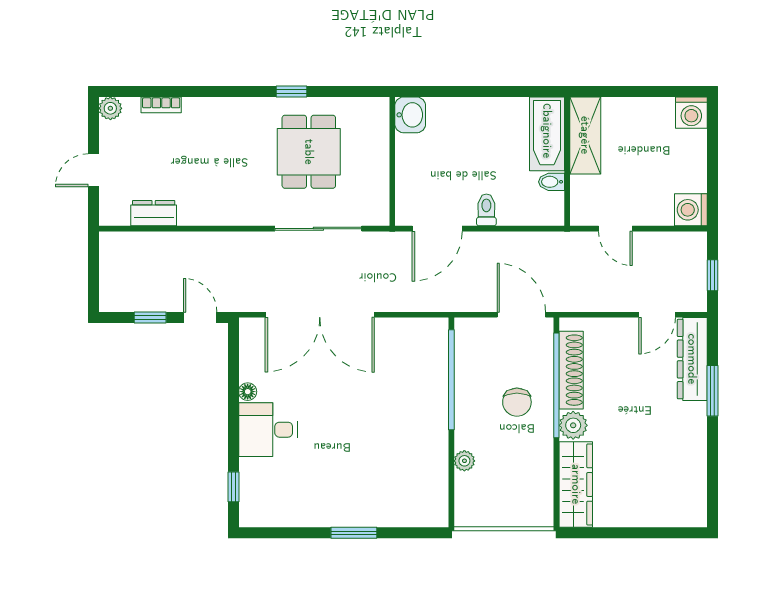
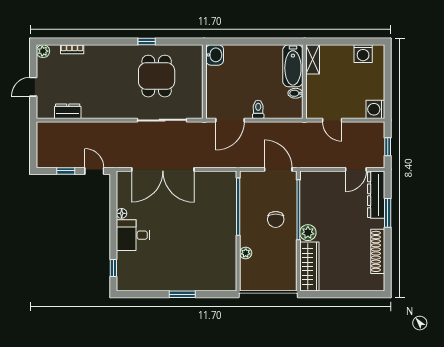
washing machine: (691, 113) -> (363, 54), moved
shelving: (585, 135) -> (313, 59), width x0.67, depth x0.75
shoe rack: (571, 370) -> (378, 251), moved, turned 180

